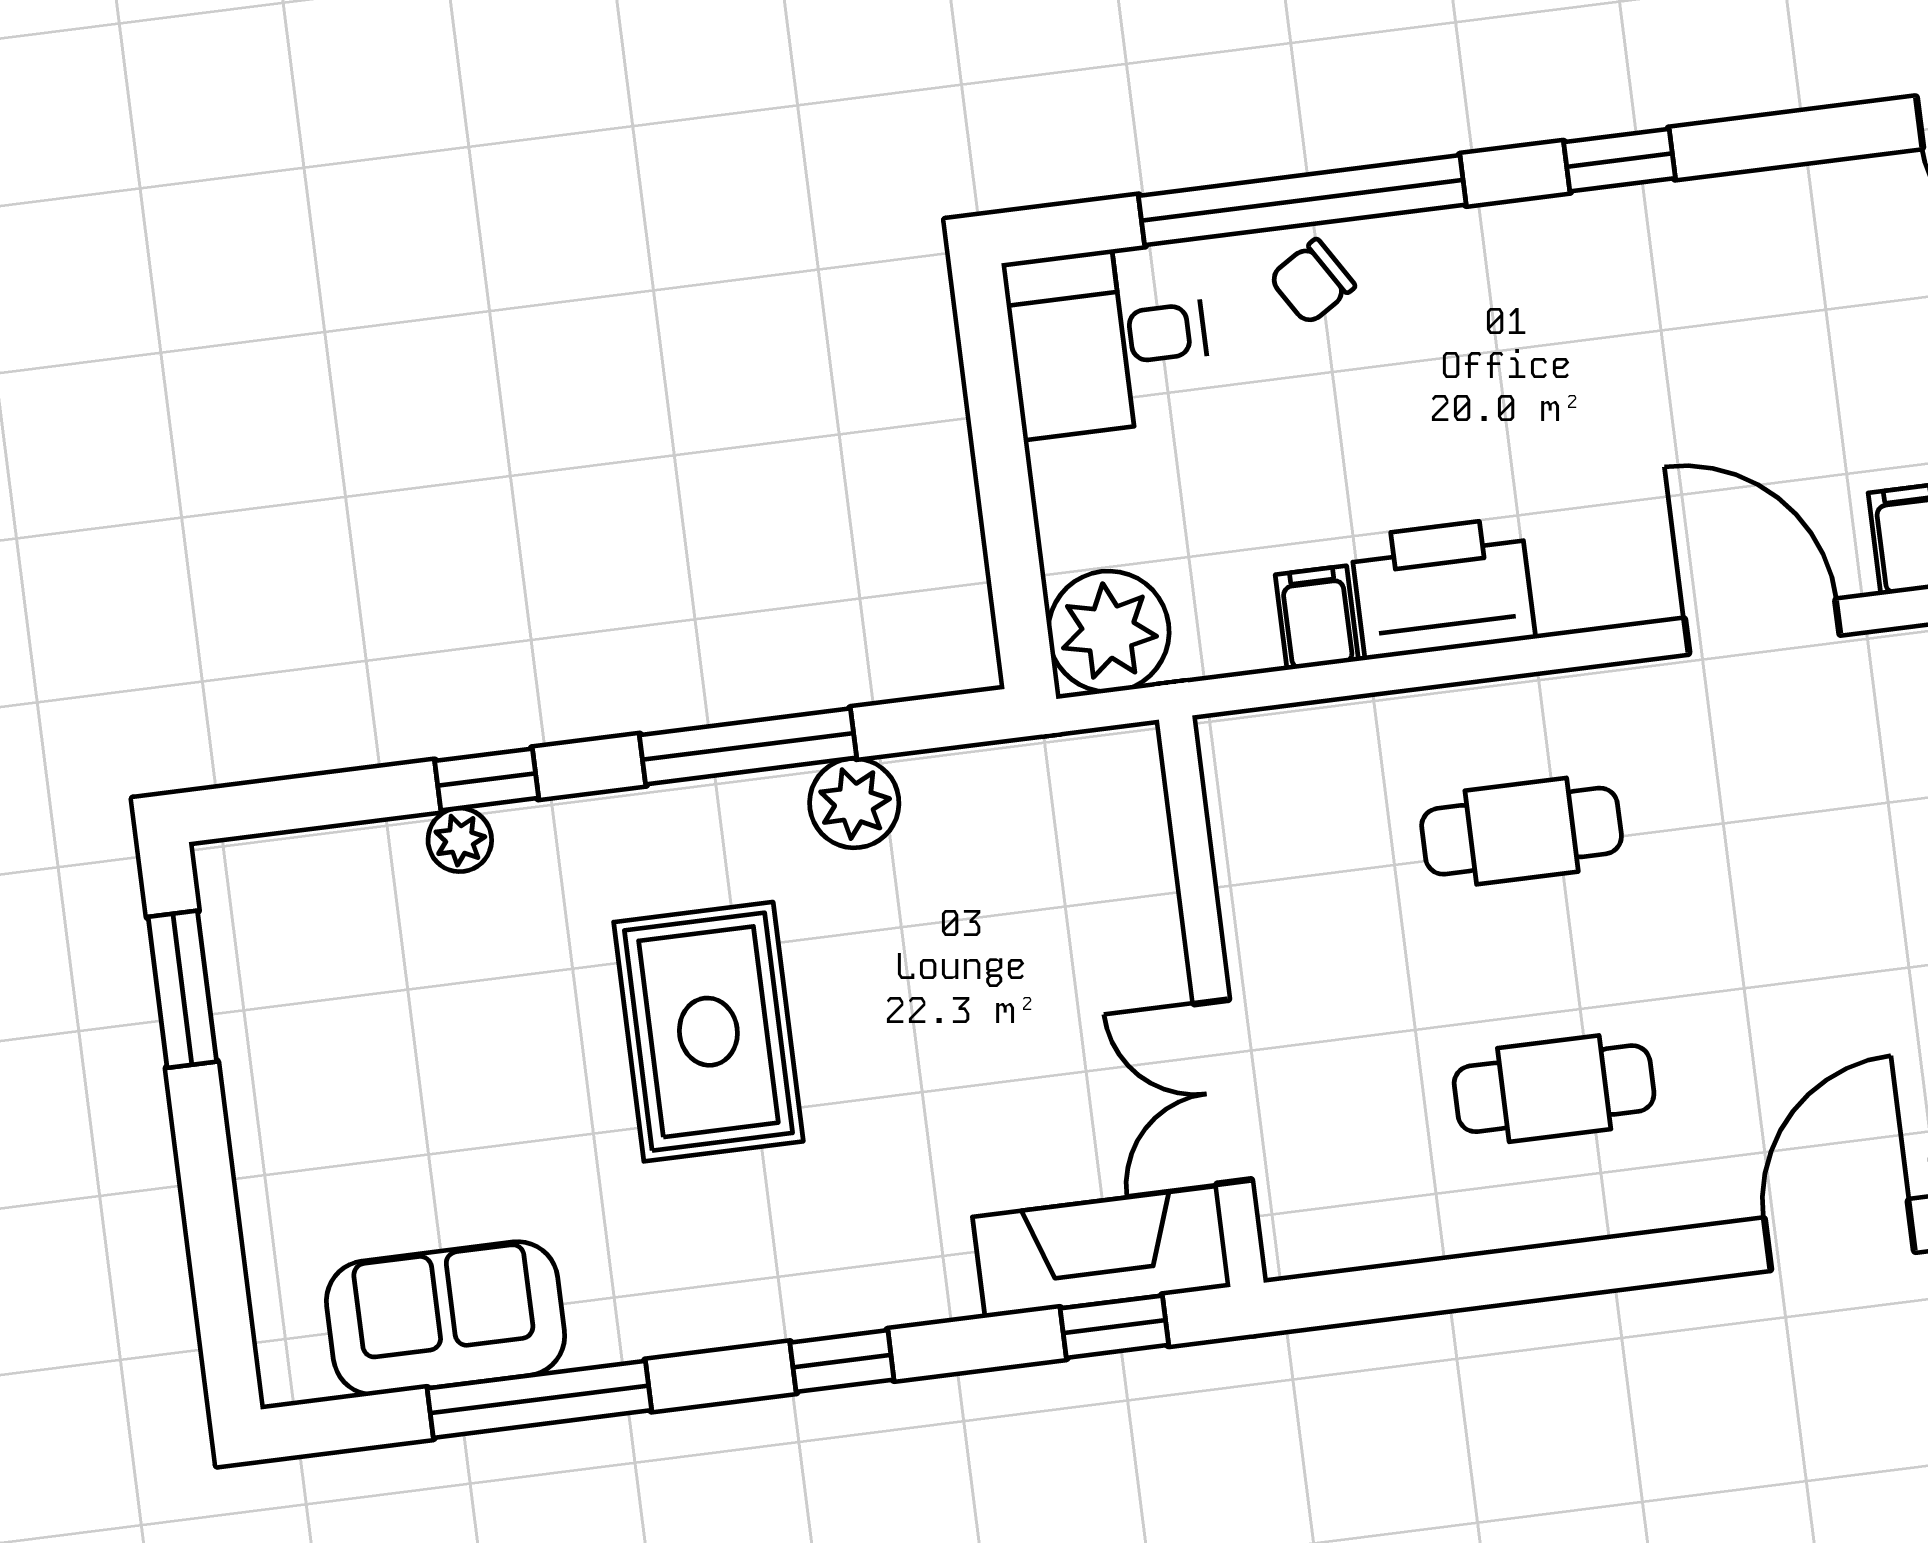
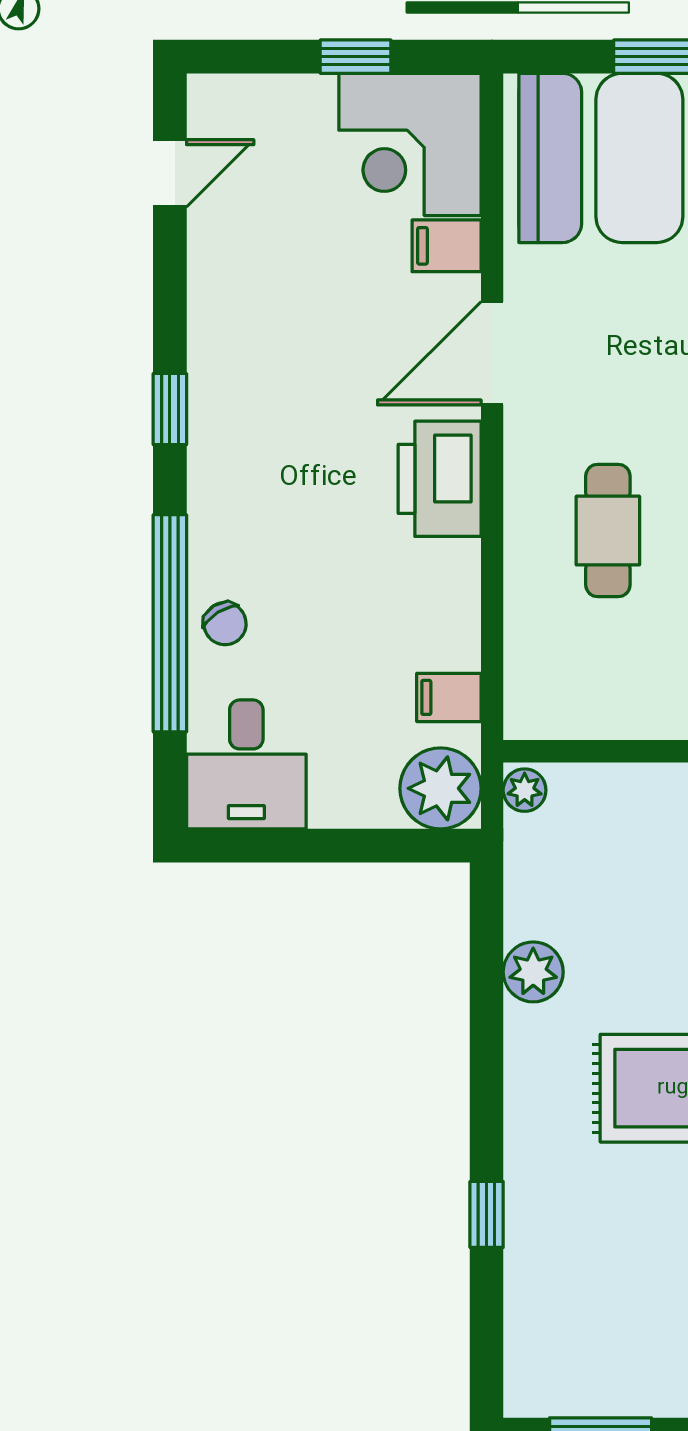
printer: (1443, 588) -> (440, 479), moved
filing cabinet: (1317, 618) -> (449, 697), moved
window: (748, 746) -> (487, 1038), removed
plant: (460, 840) -> (525, 790), moved

